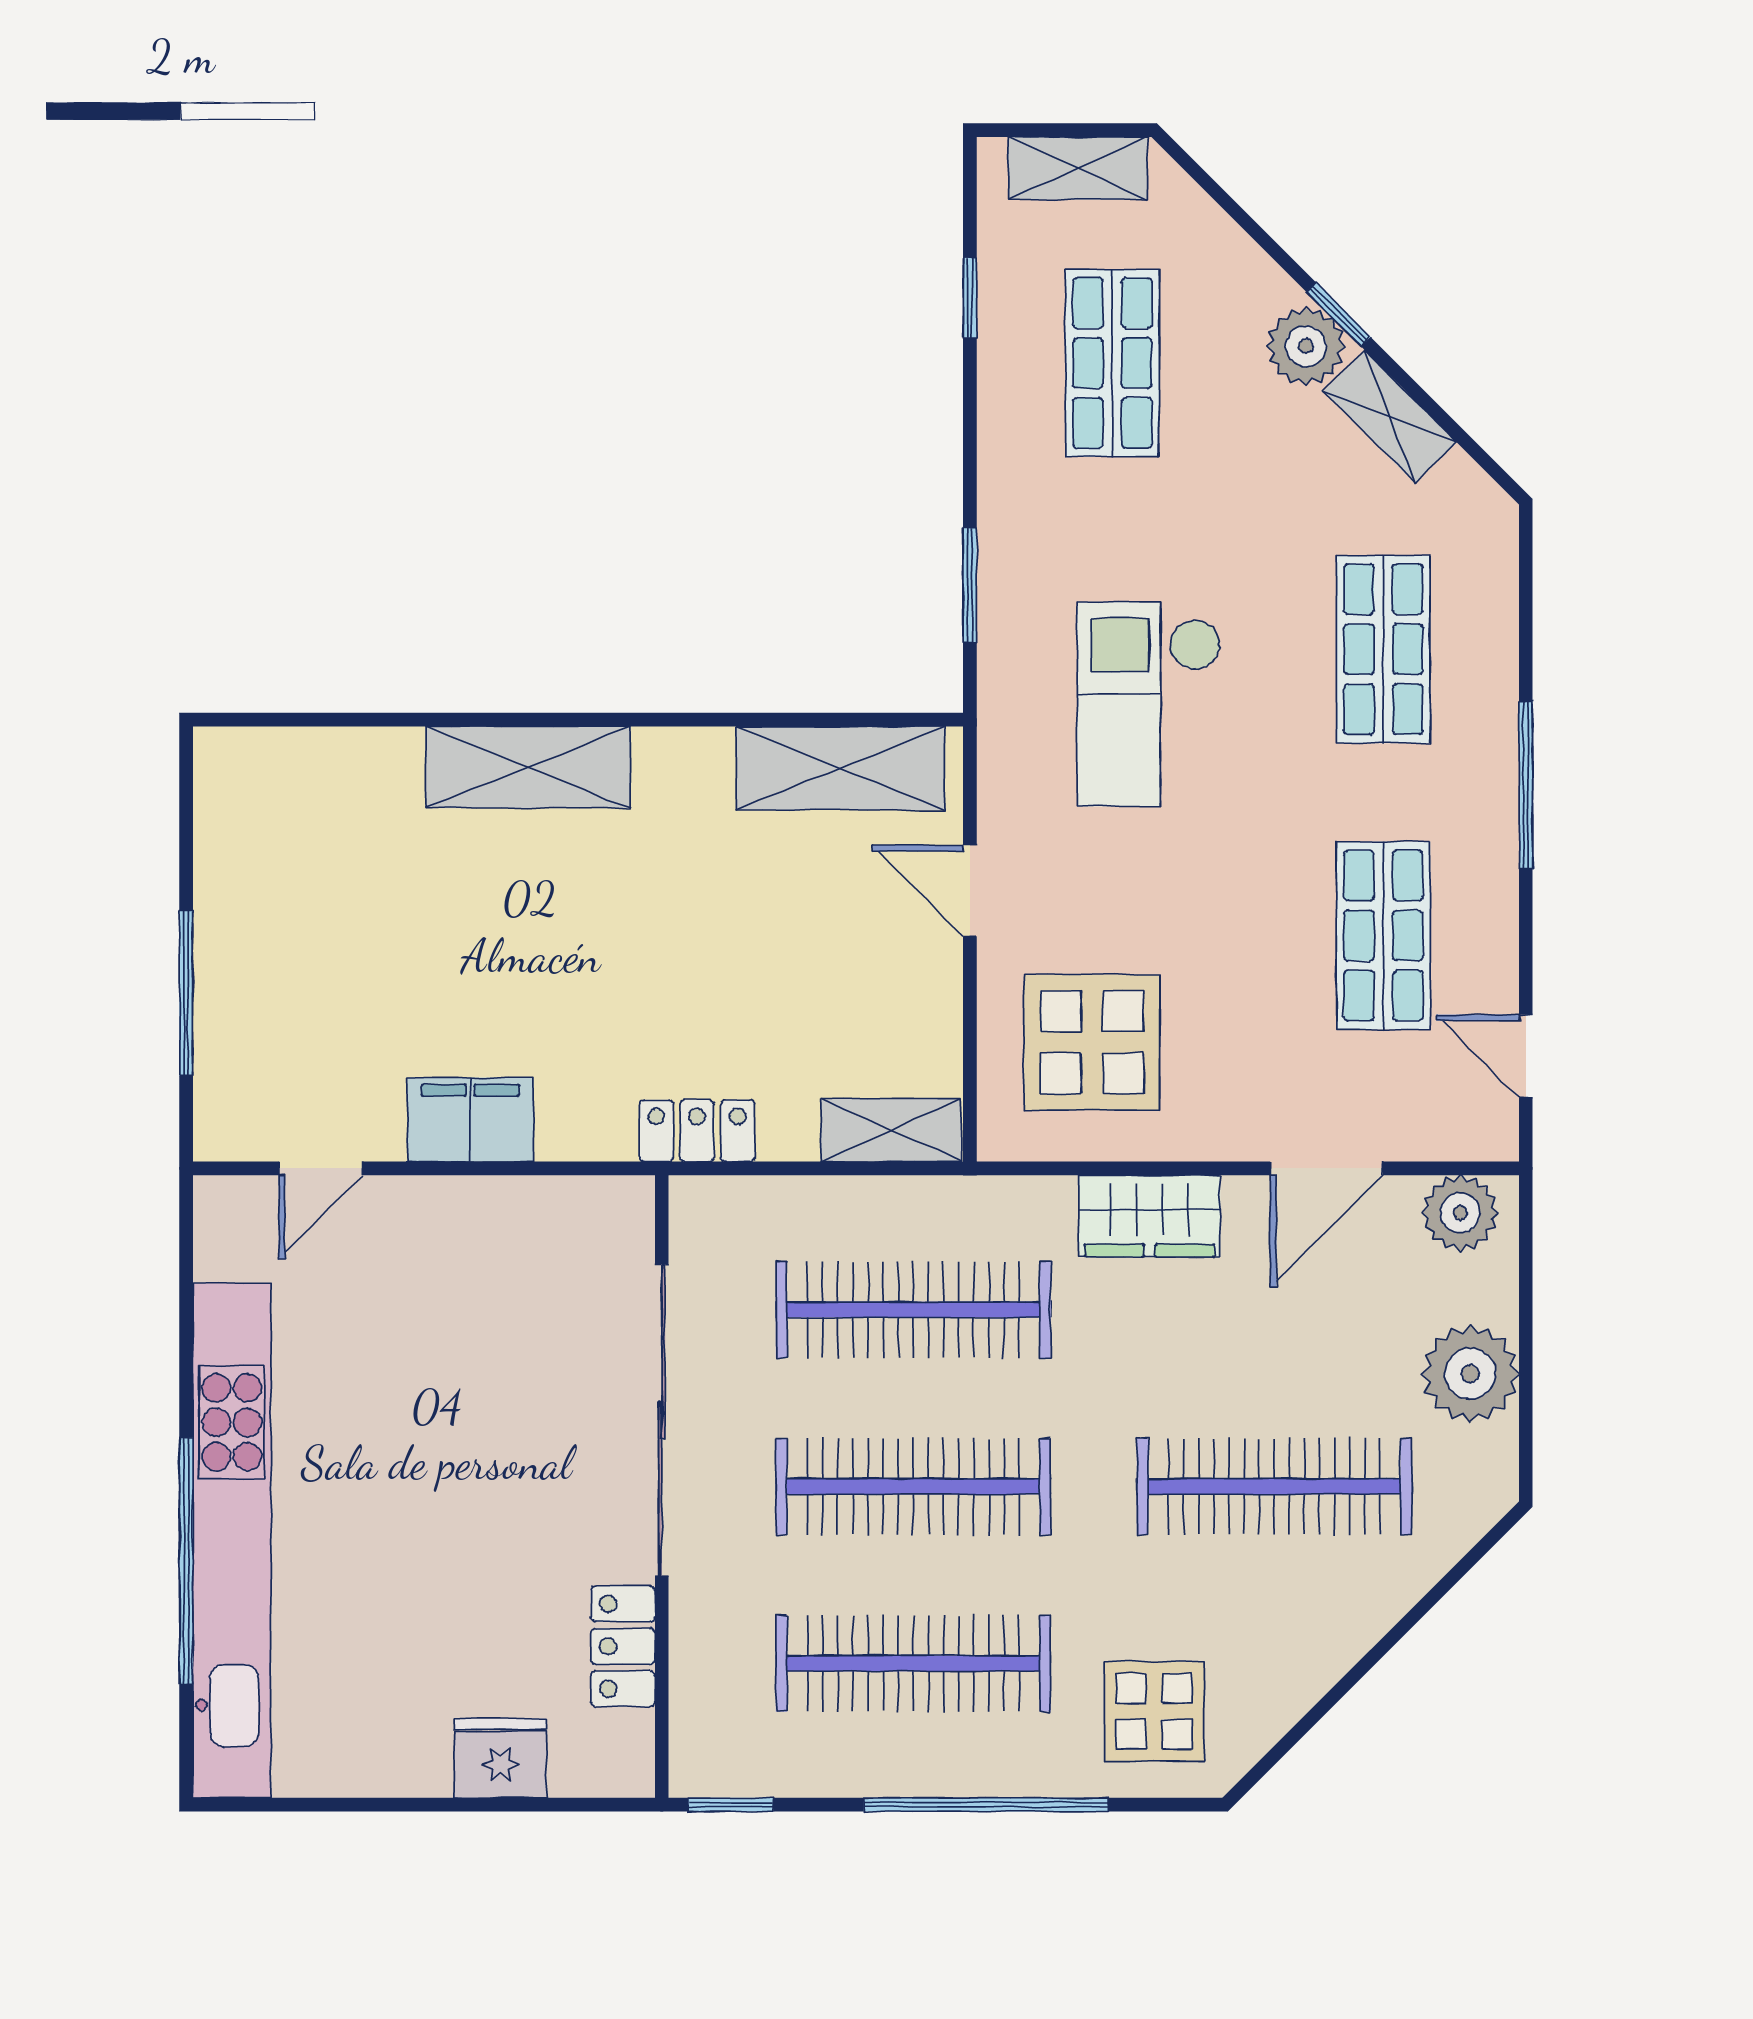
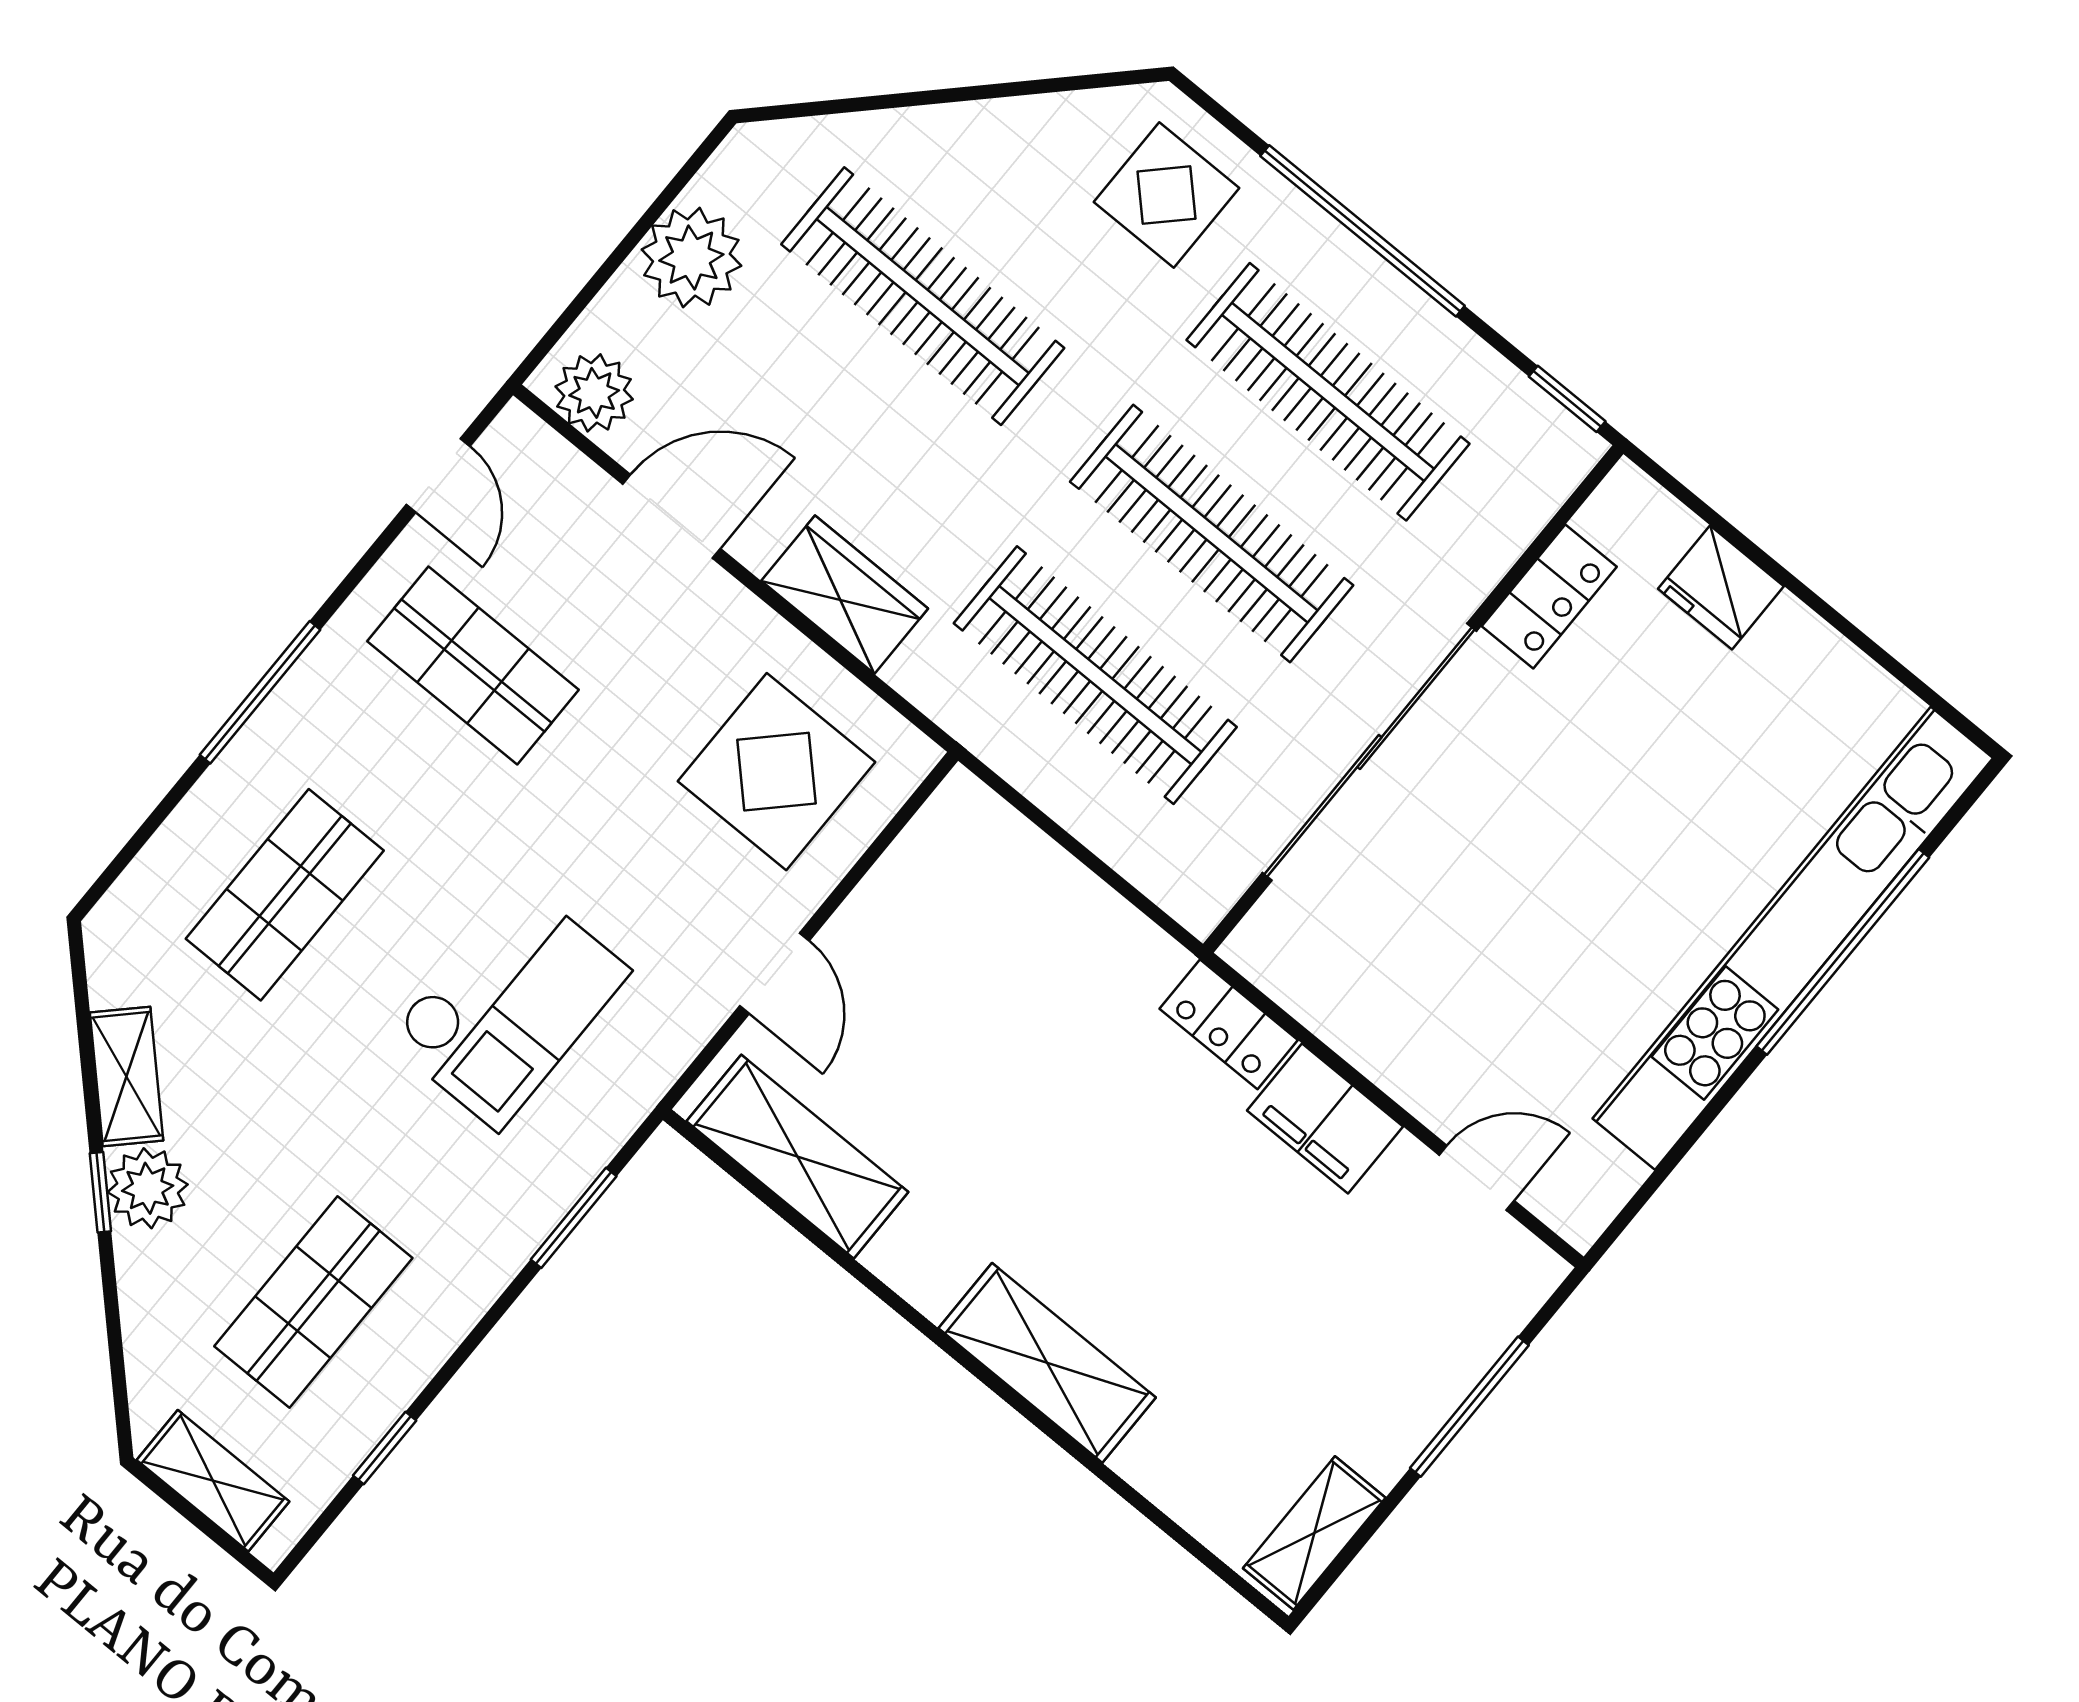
shop shelf: (1383, 936) -> (473, 666), turned 90
shelving: (891, 1130) -> (1314, 1533), moved, turned 90
locker: (697, 1131) -> (1229, 1024), moved

